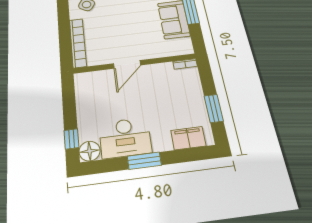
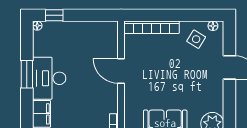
desk: (125, 138) -> (49, 78), moved
floor lamp: (90, 151) -> (37, 26), width x0.53, depth x0.53

